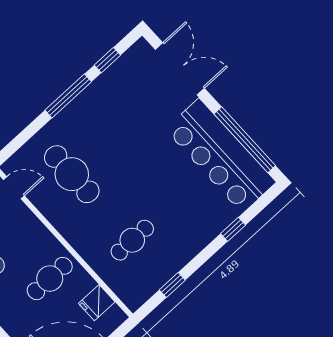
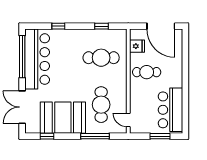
window: (68, 96) -> (95, 136), moved
booth: (109, 107) -> (63, 118), added
cafe table: (132, 240) -> (101, 58), width x1.37, depth x1.35

